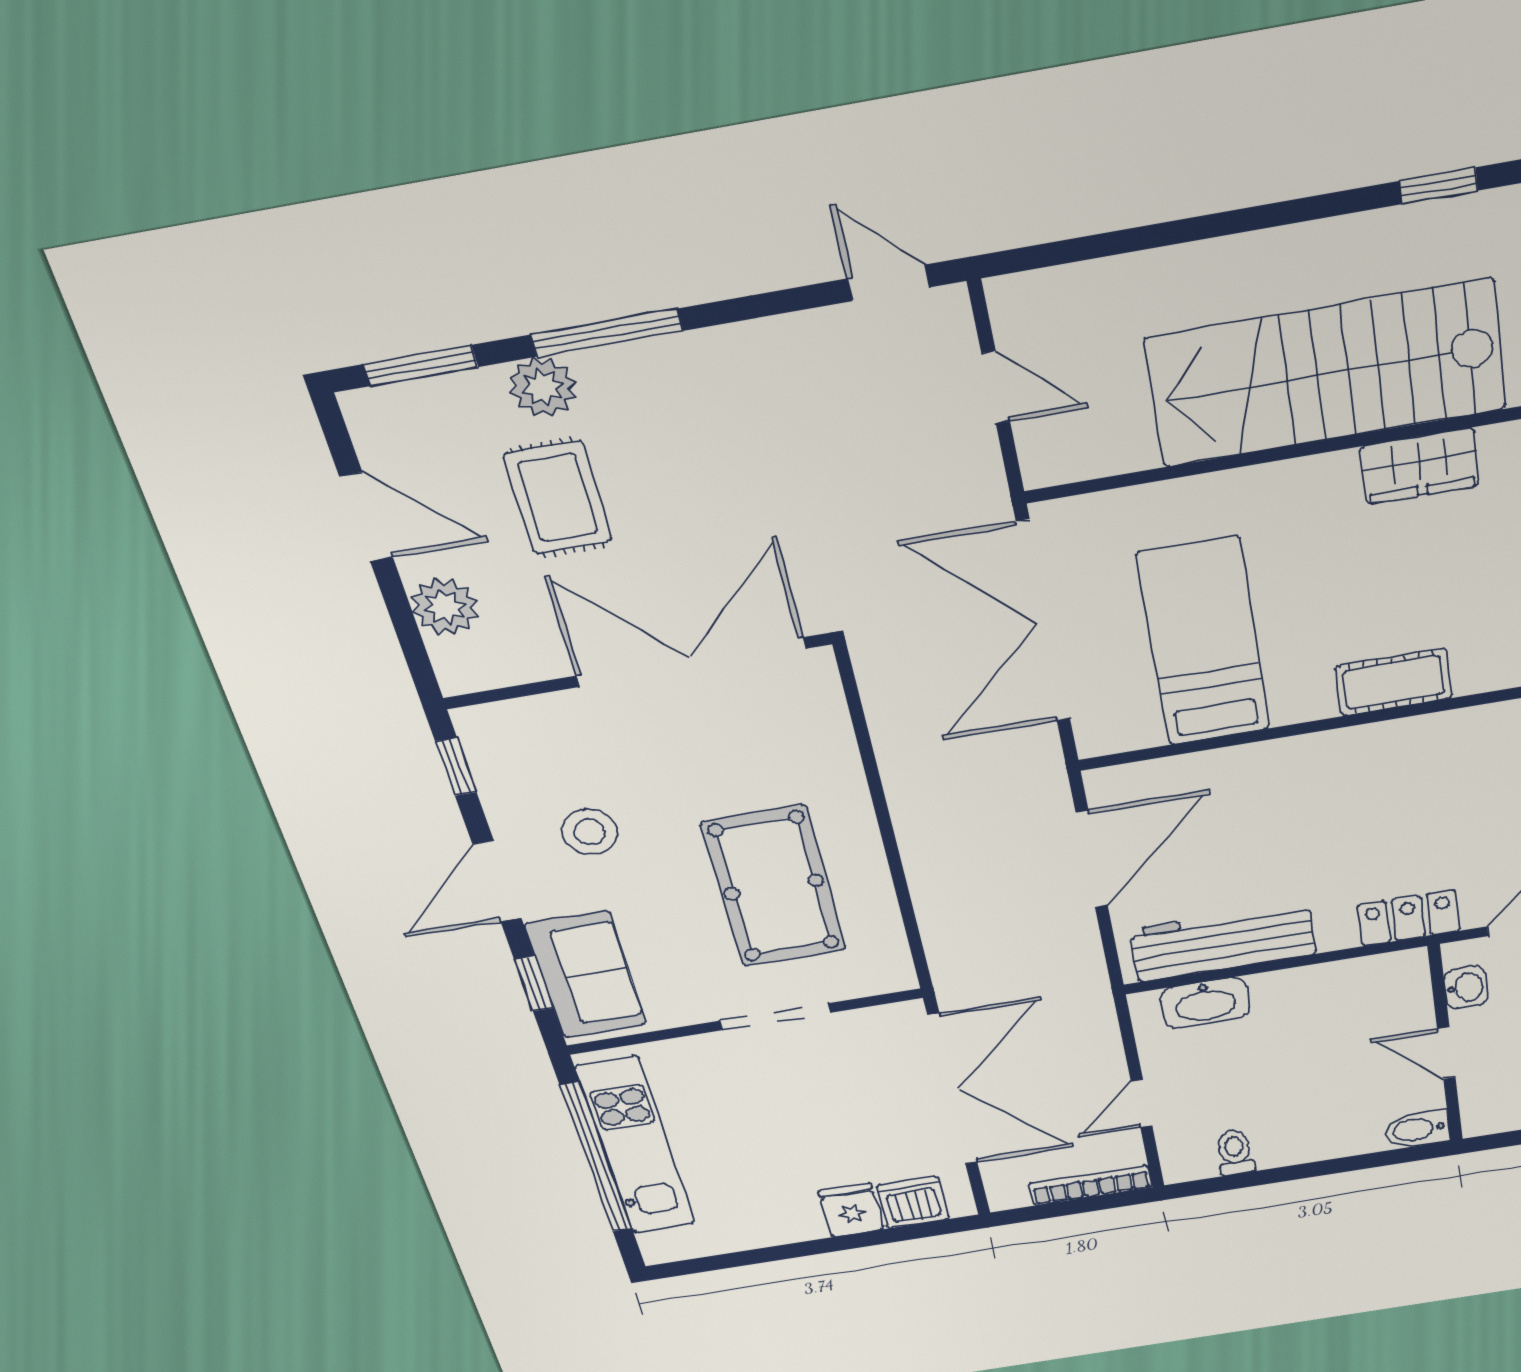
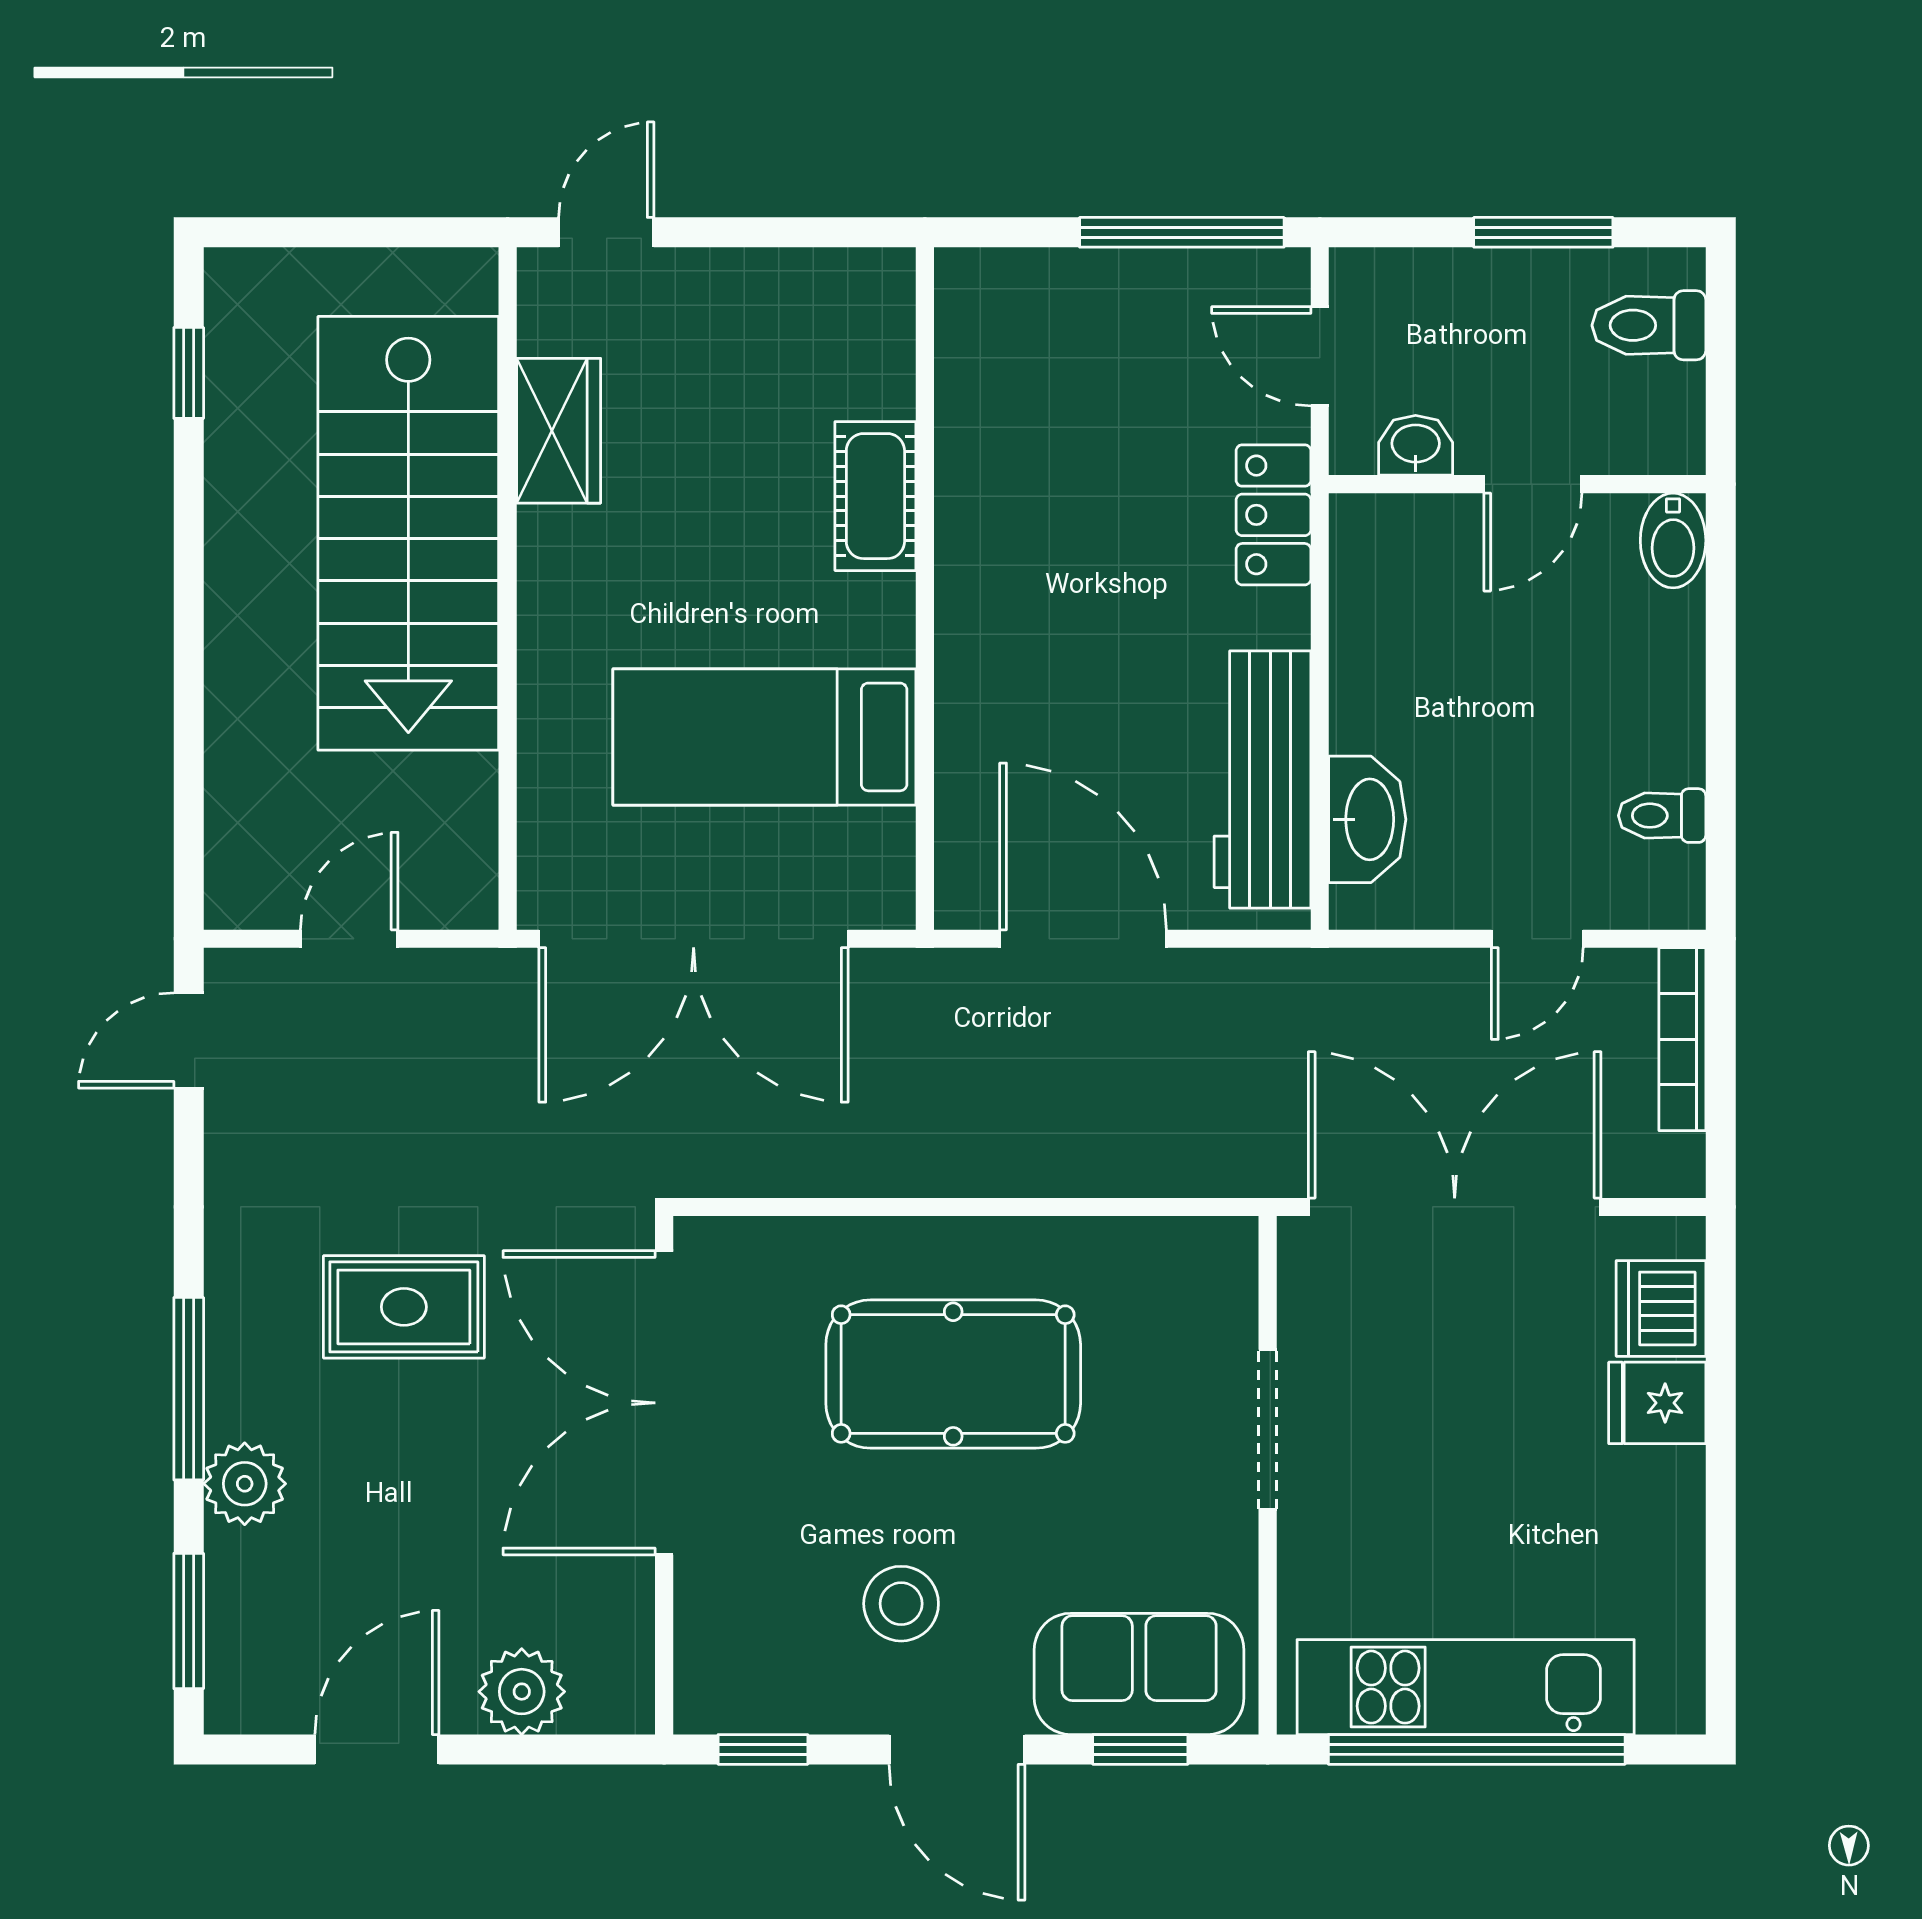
rug: (558, 498) -> (404, 1307), moved
pool table: (774, 887) -> (953, 1374), moved
door: (1142, 1103) -> (1537, 939), hinge flipped

